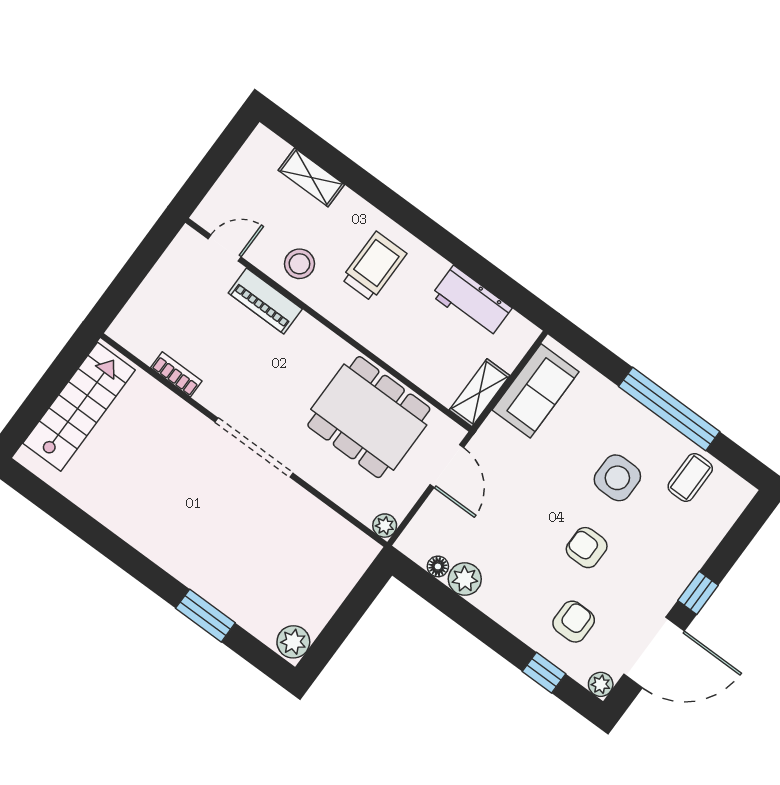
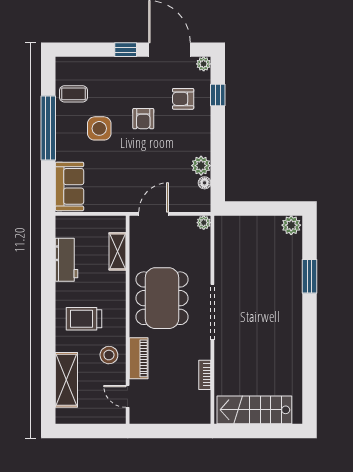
shelving: (311, 177) -> (66, 380), width x1.50, depth x1.33
sofa: (536, 391) -> (69, 186), moved, turned 90
shelving: (479, 393) -> (117, 251), moved, turned 90
dining table: (369, 417) -> (162, 298), moved

